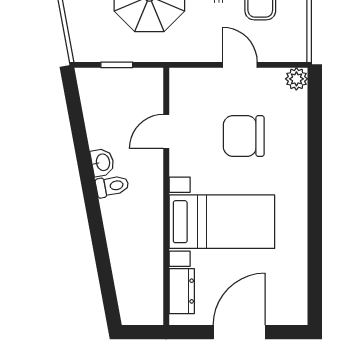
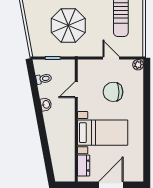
toilet: (112, 186) -> (44, 79), moved

